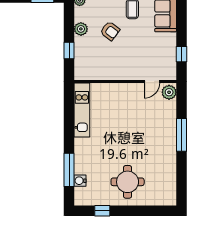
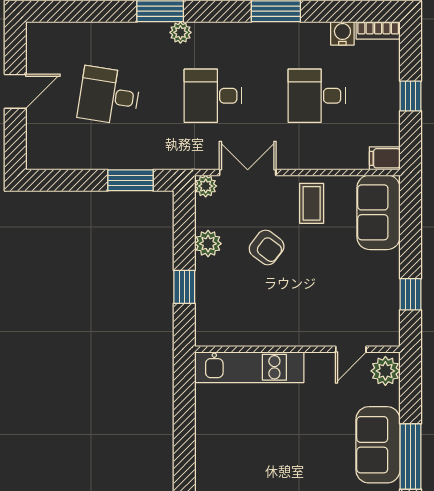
kitchen unit: (82, 110) -> (249, 367), moved, turned 90
sofa: (165, 129) -> (378, 445), added

